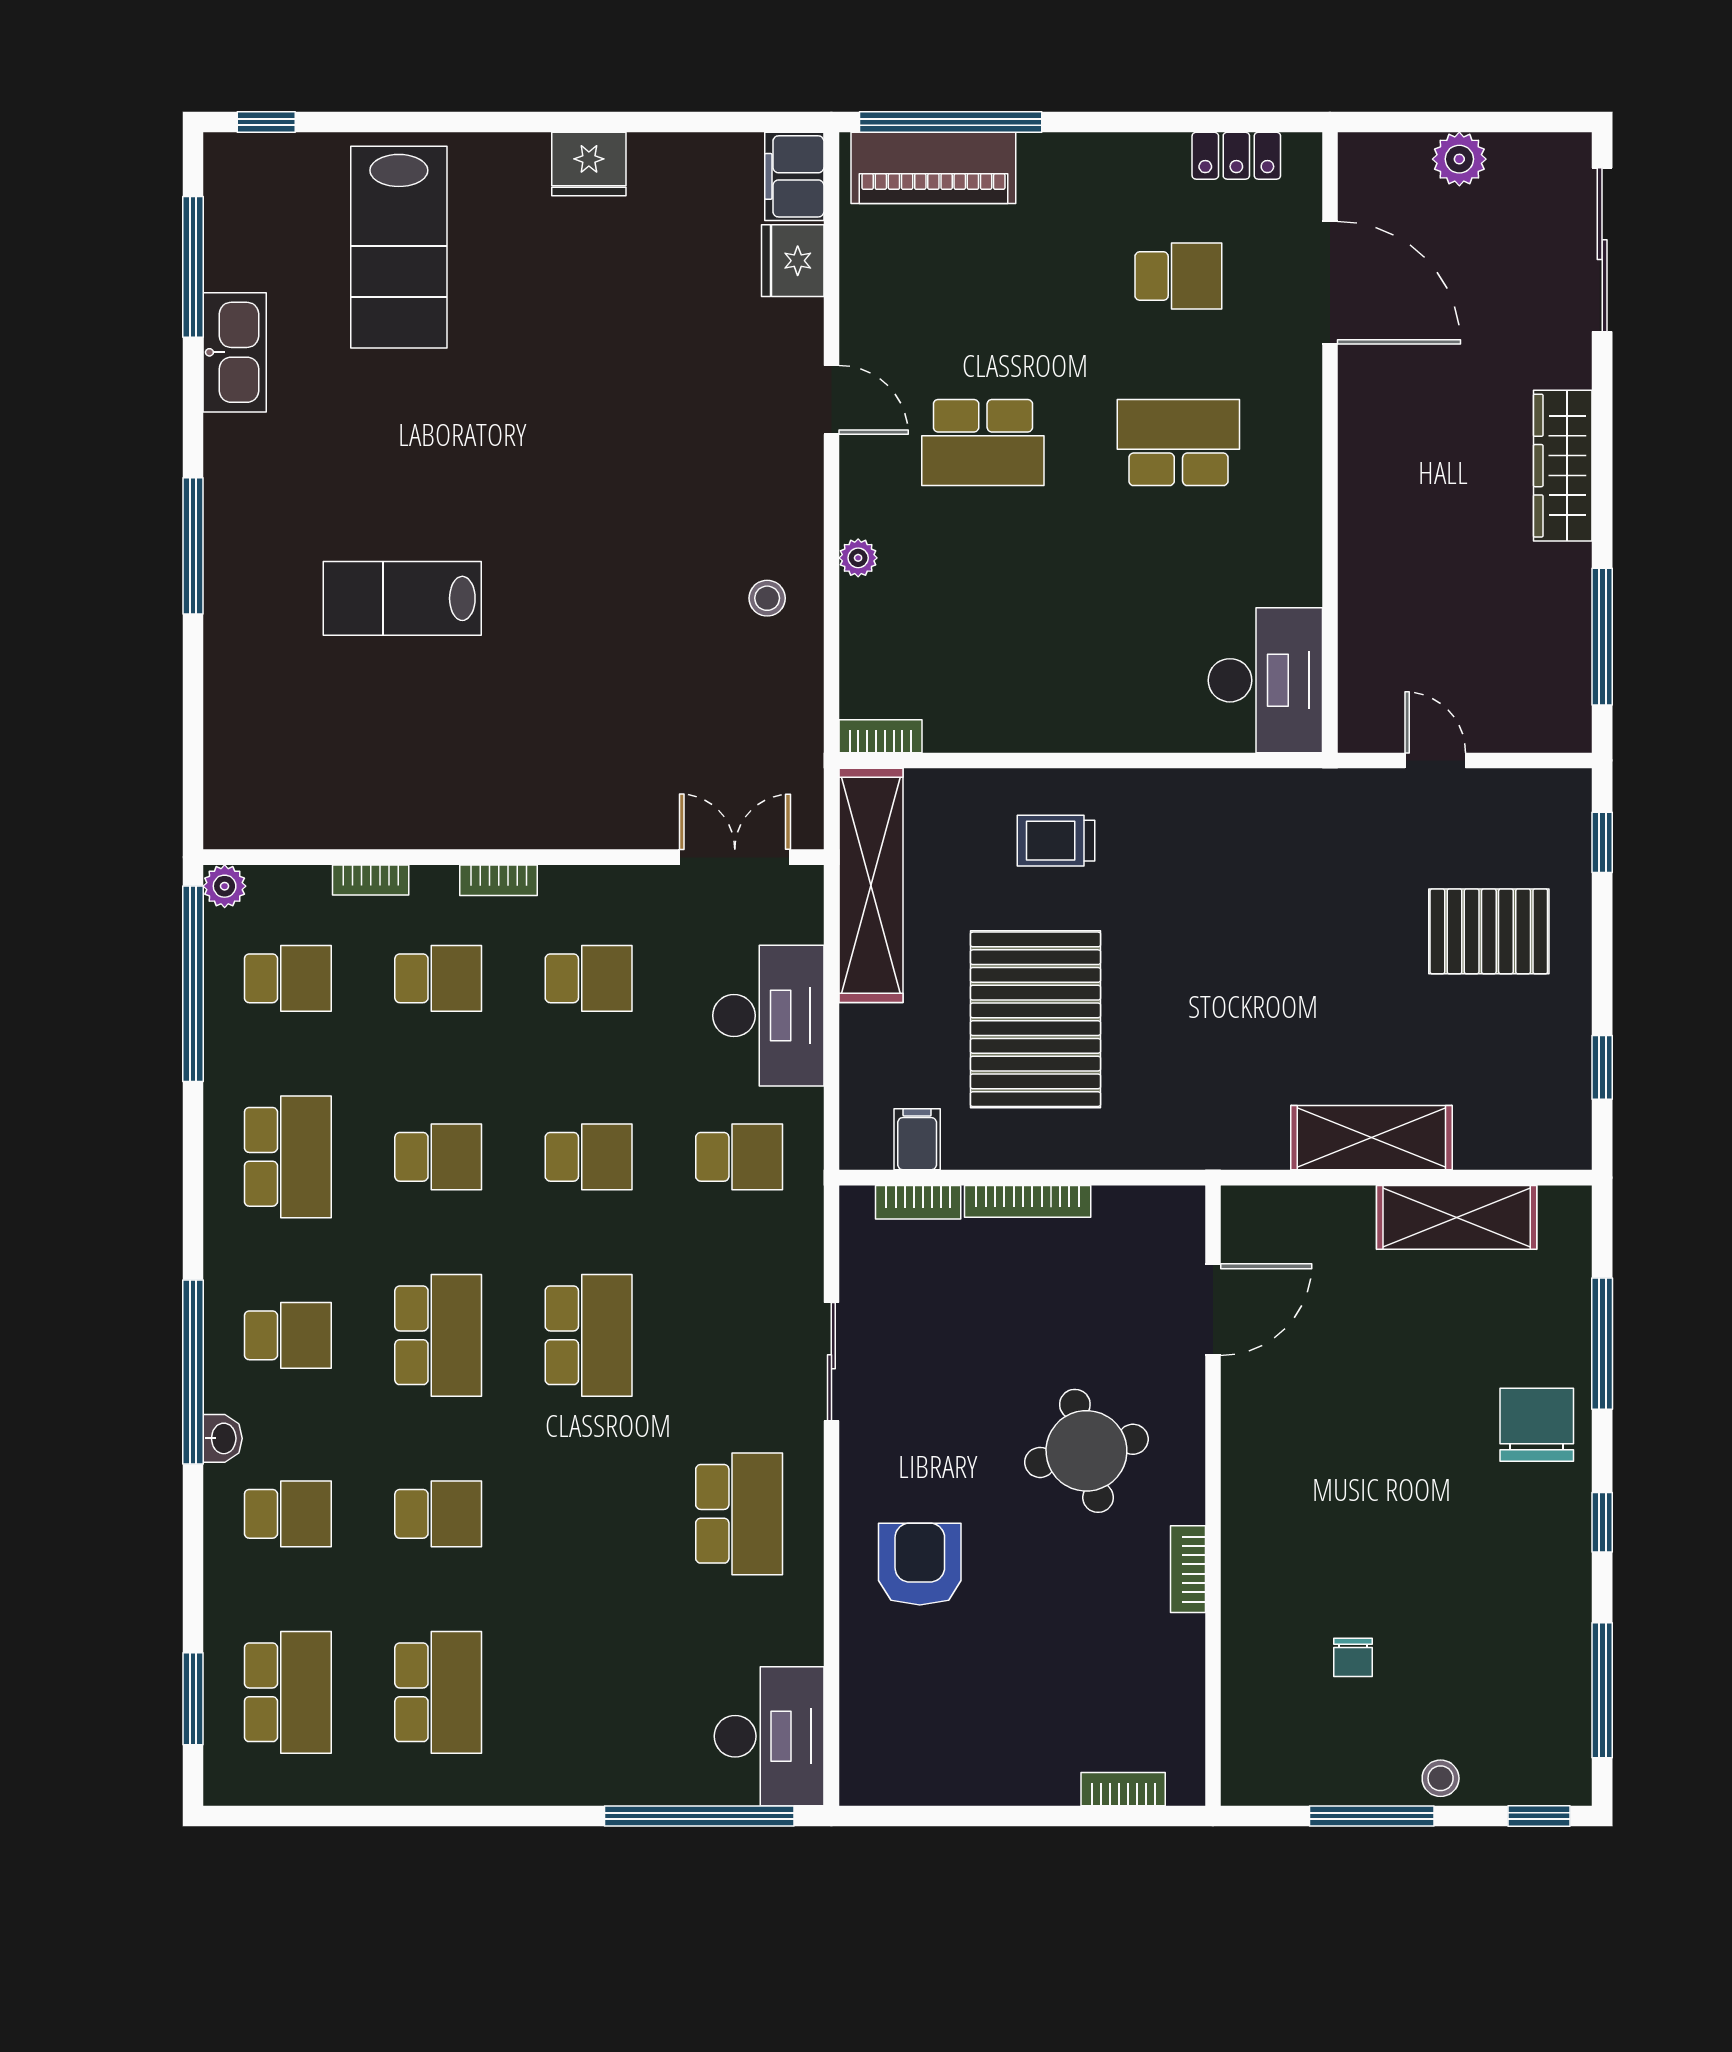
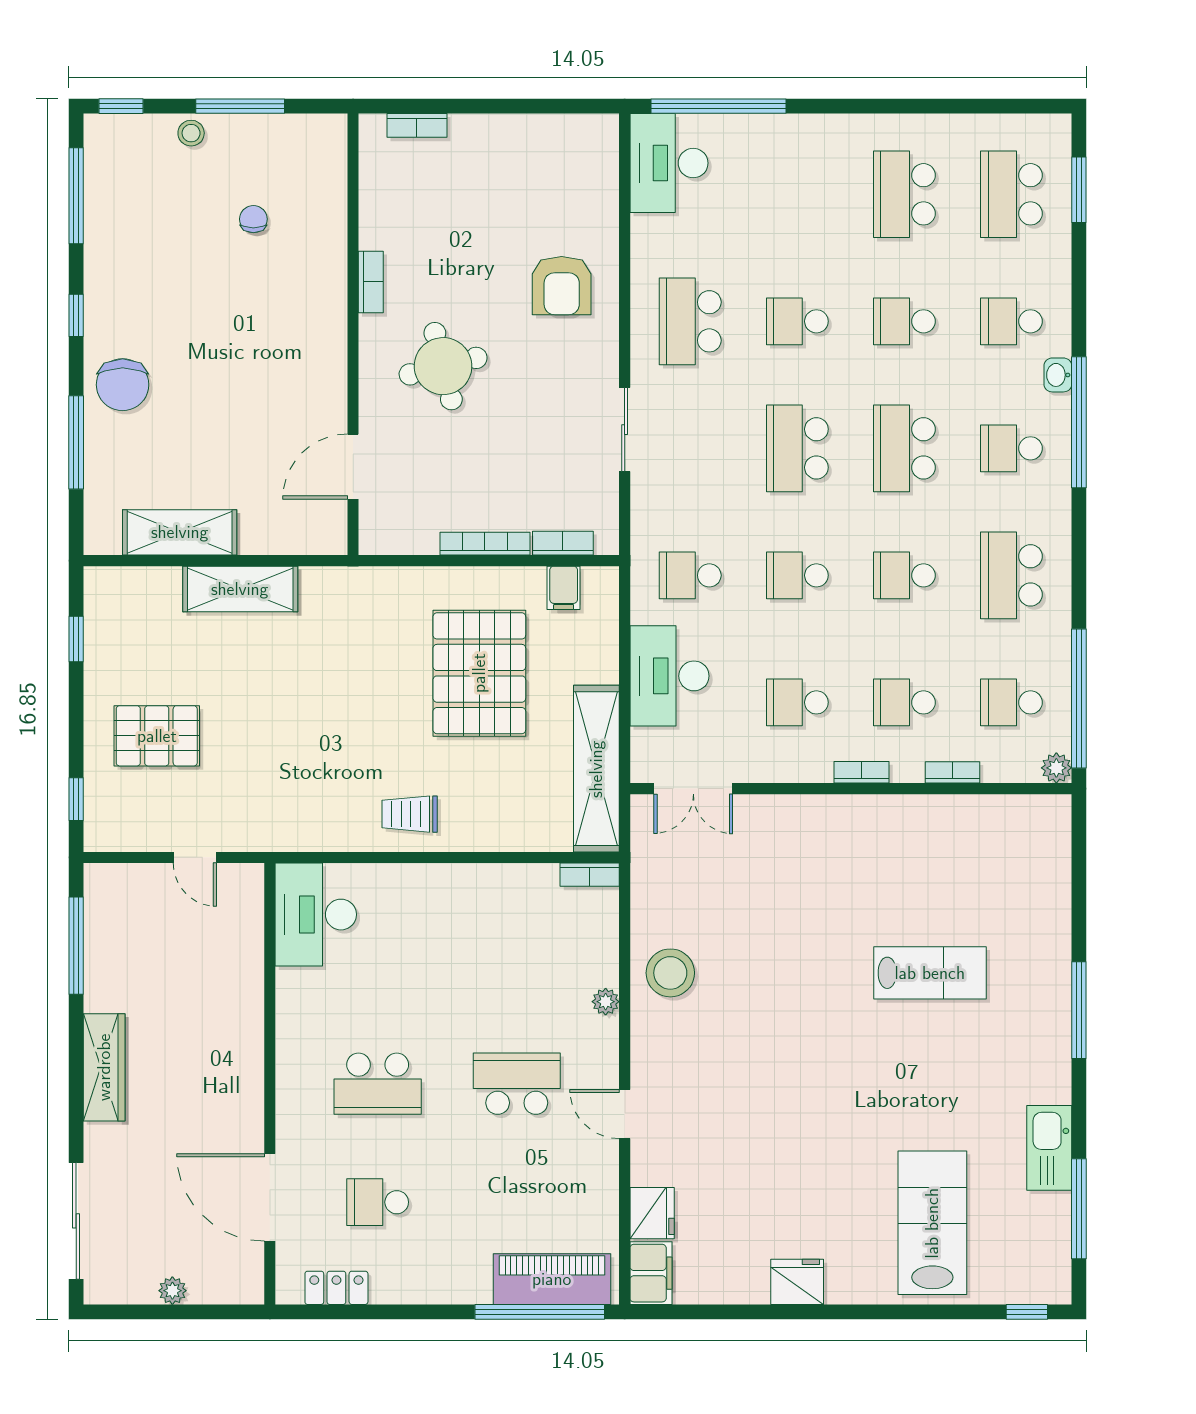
plant: (1459, 159) -> (172, 1291), width x0.73, depth x0.73
stool: (767, 598) -> (670, 973), width x1.89, depth x1.89
trolley: (1056, 841) -> (410, 814), moved, turned 180
school desk: (589, 1514) -> (797, 321), added

